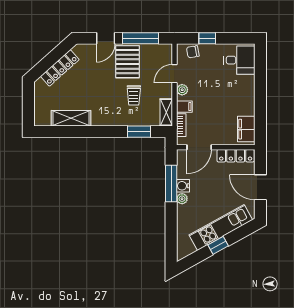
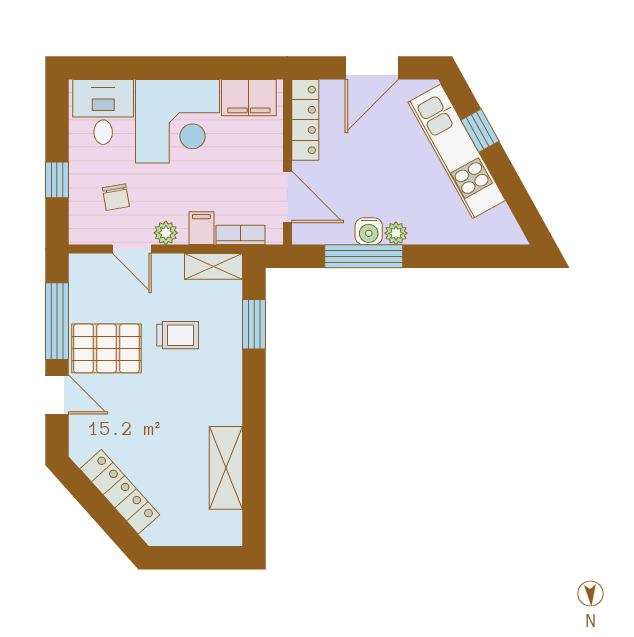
chair: (193, 52) -> (116, 197), moved
corner desk: (235, 95) -> (177, 121), added
window: (218, 245) -> (480, 131), moved

